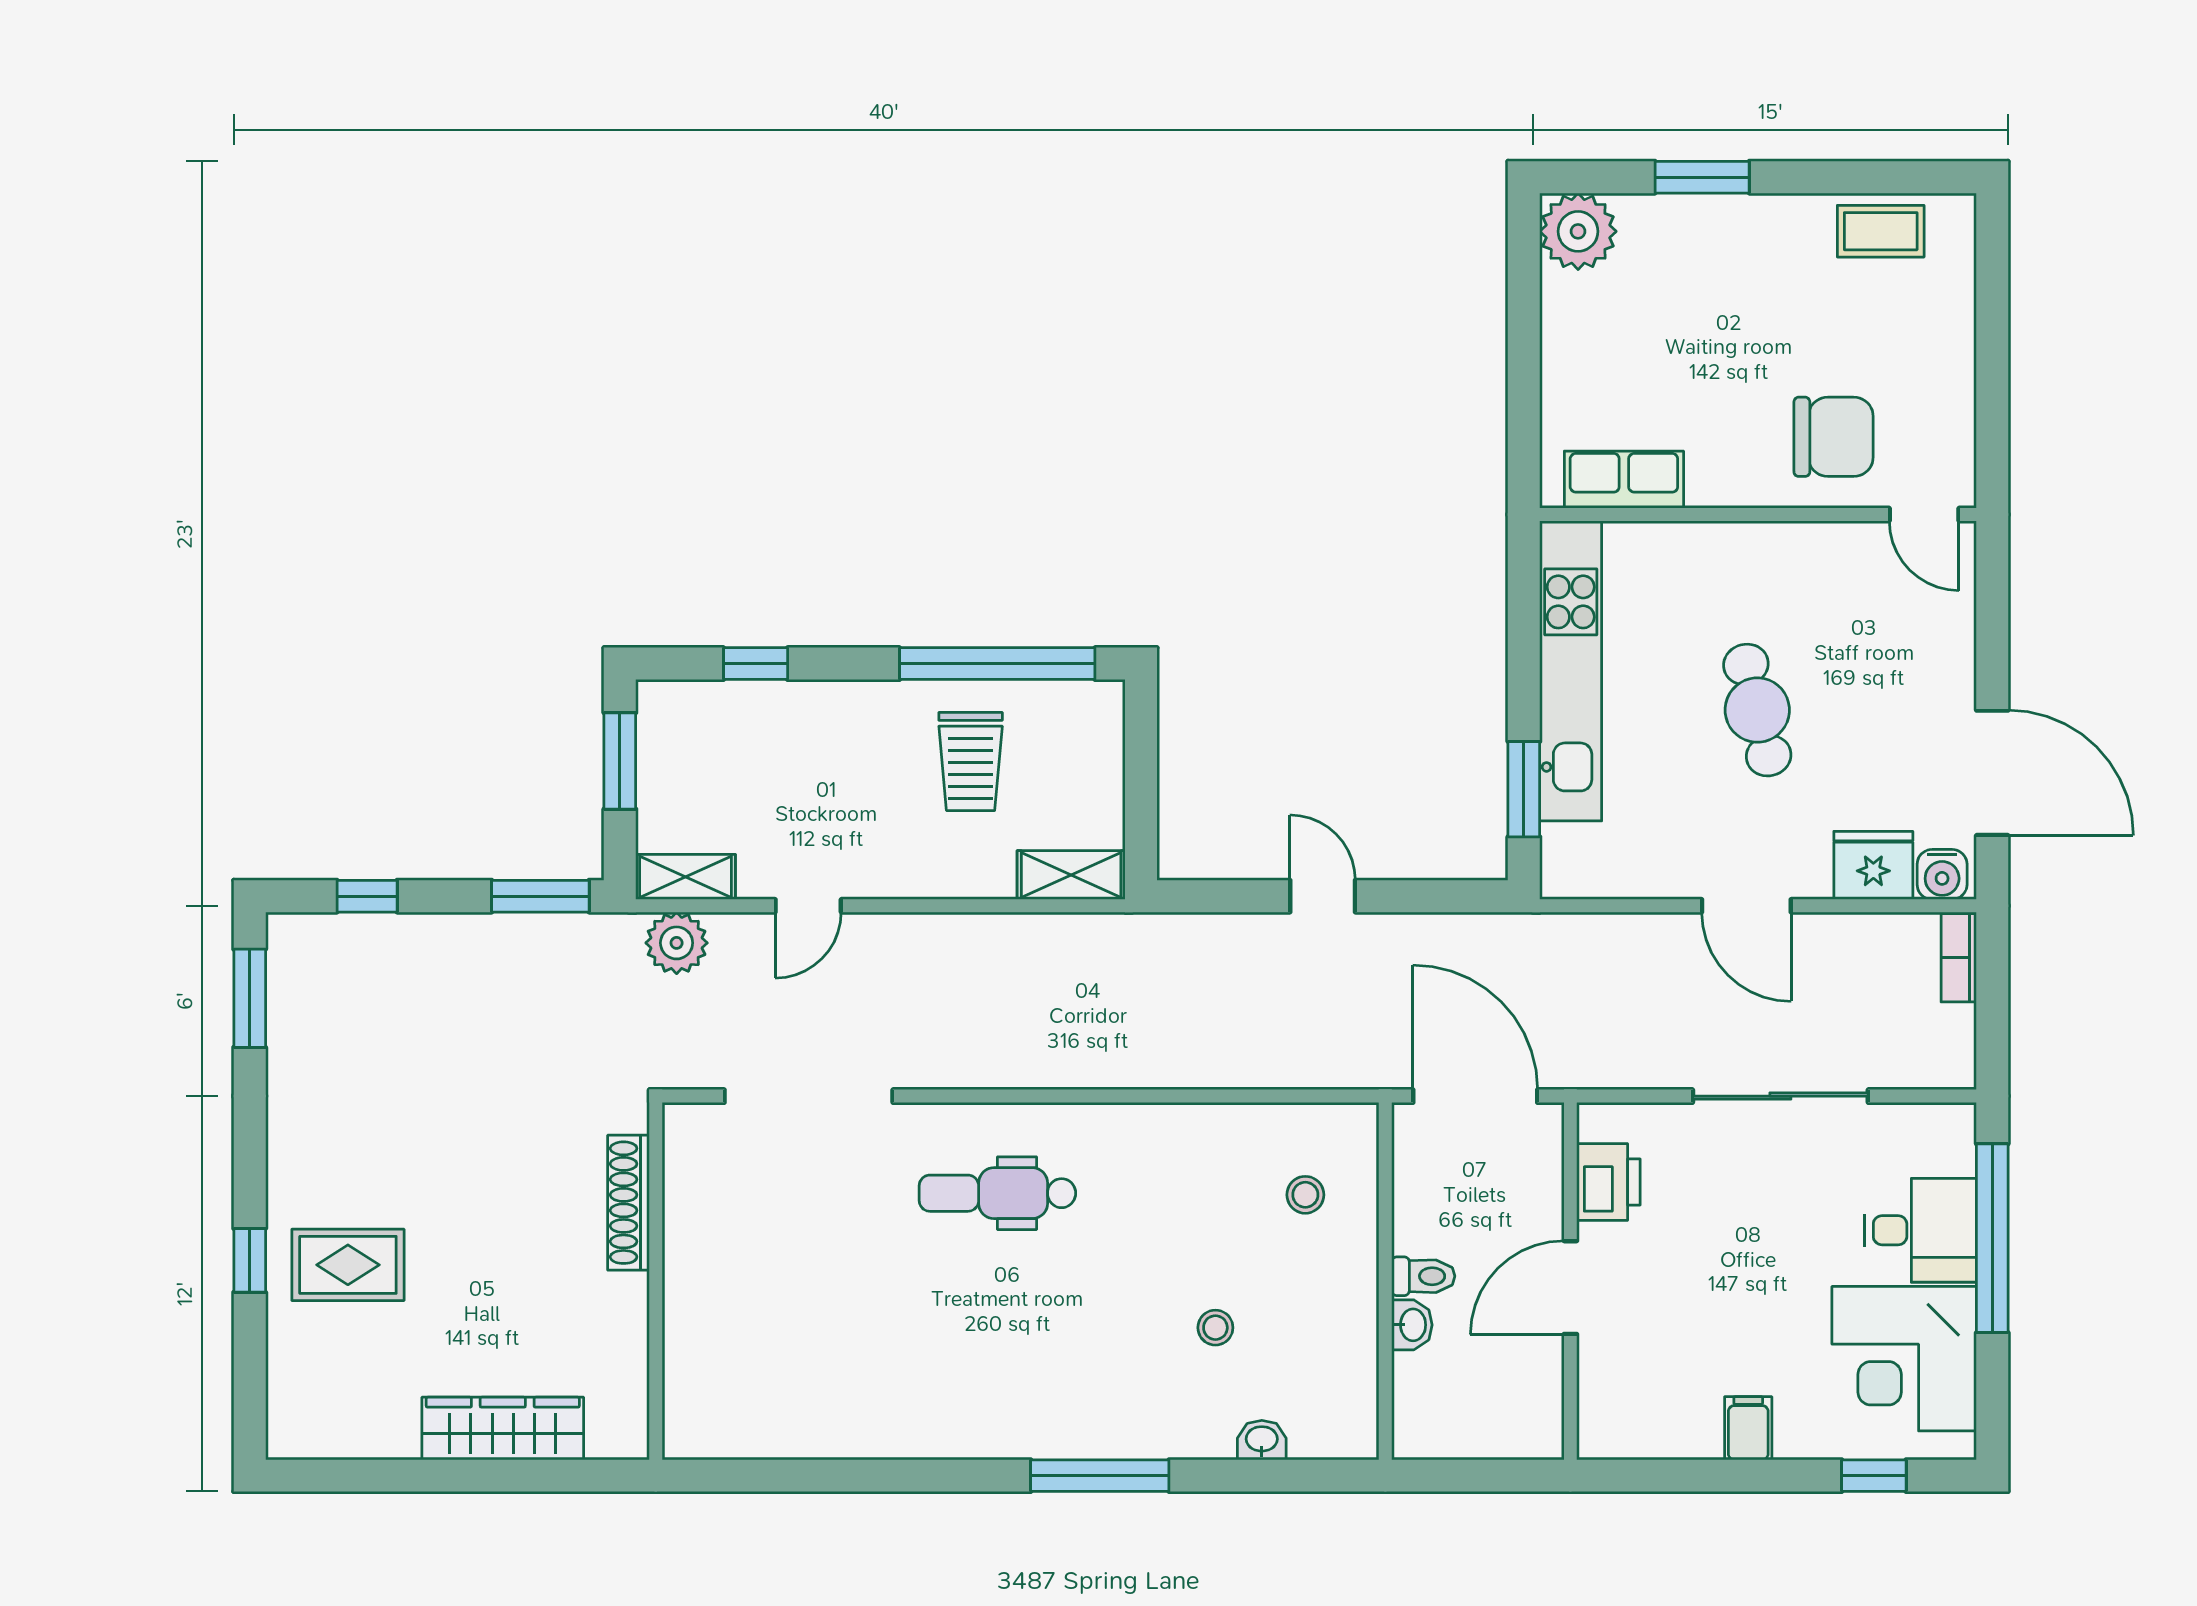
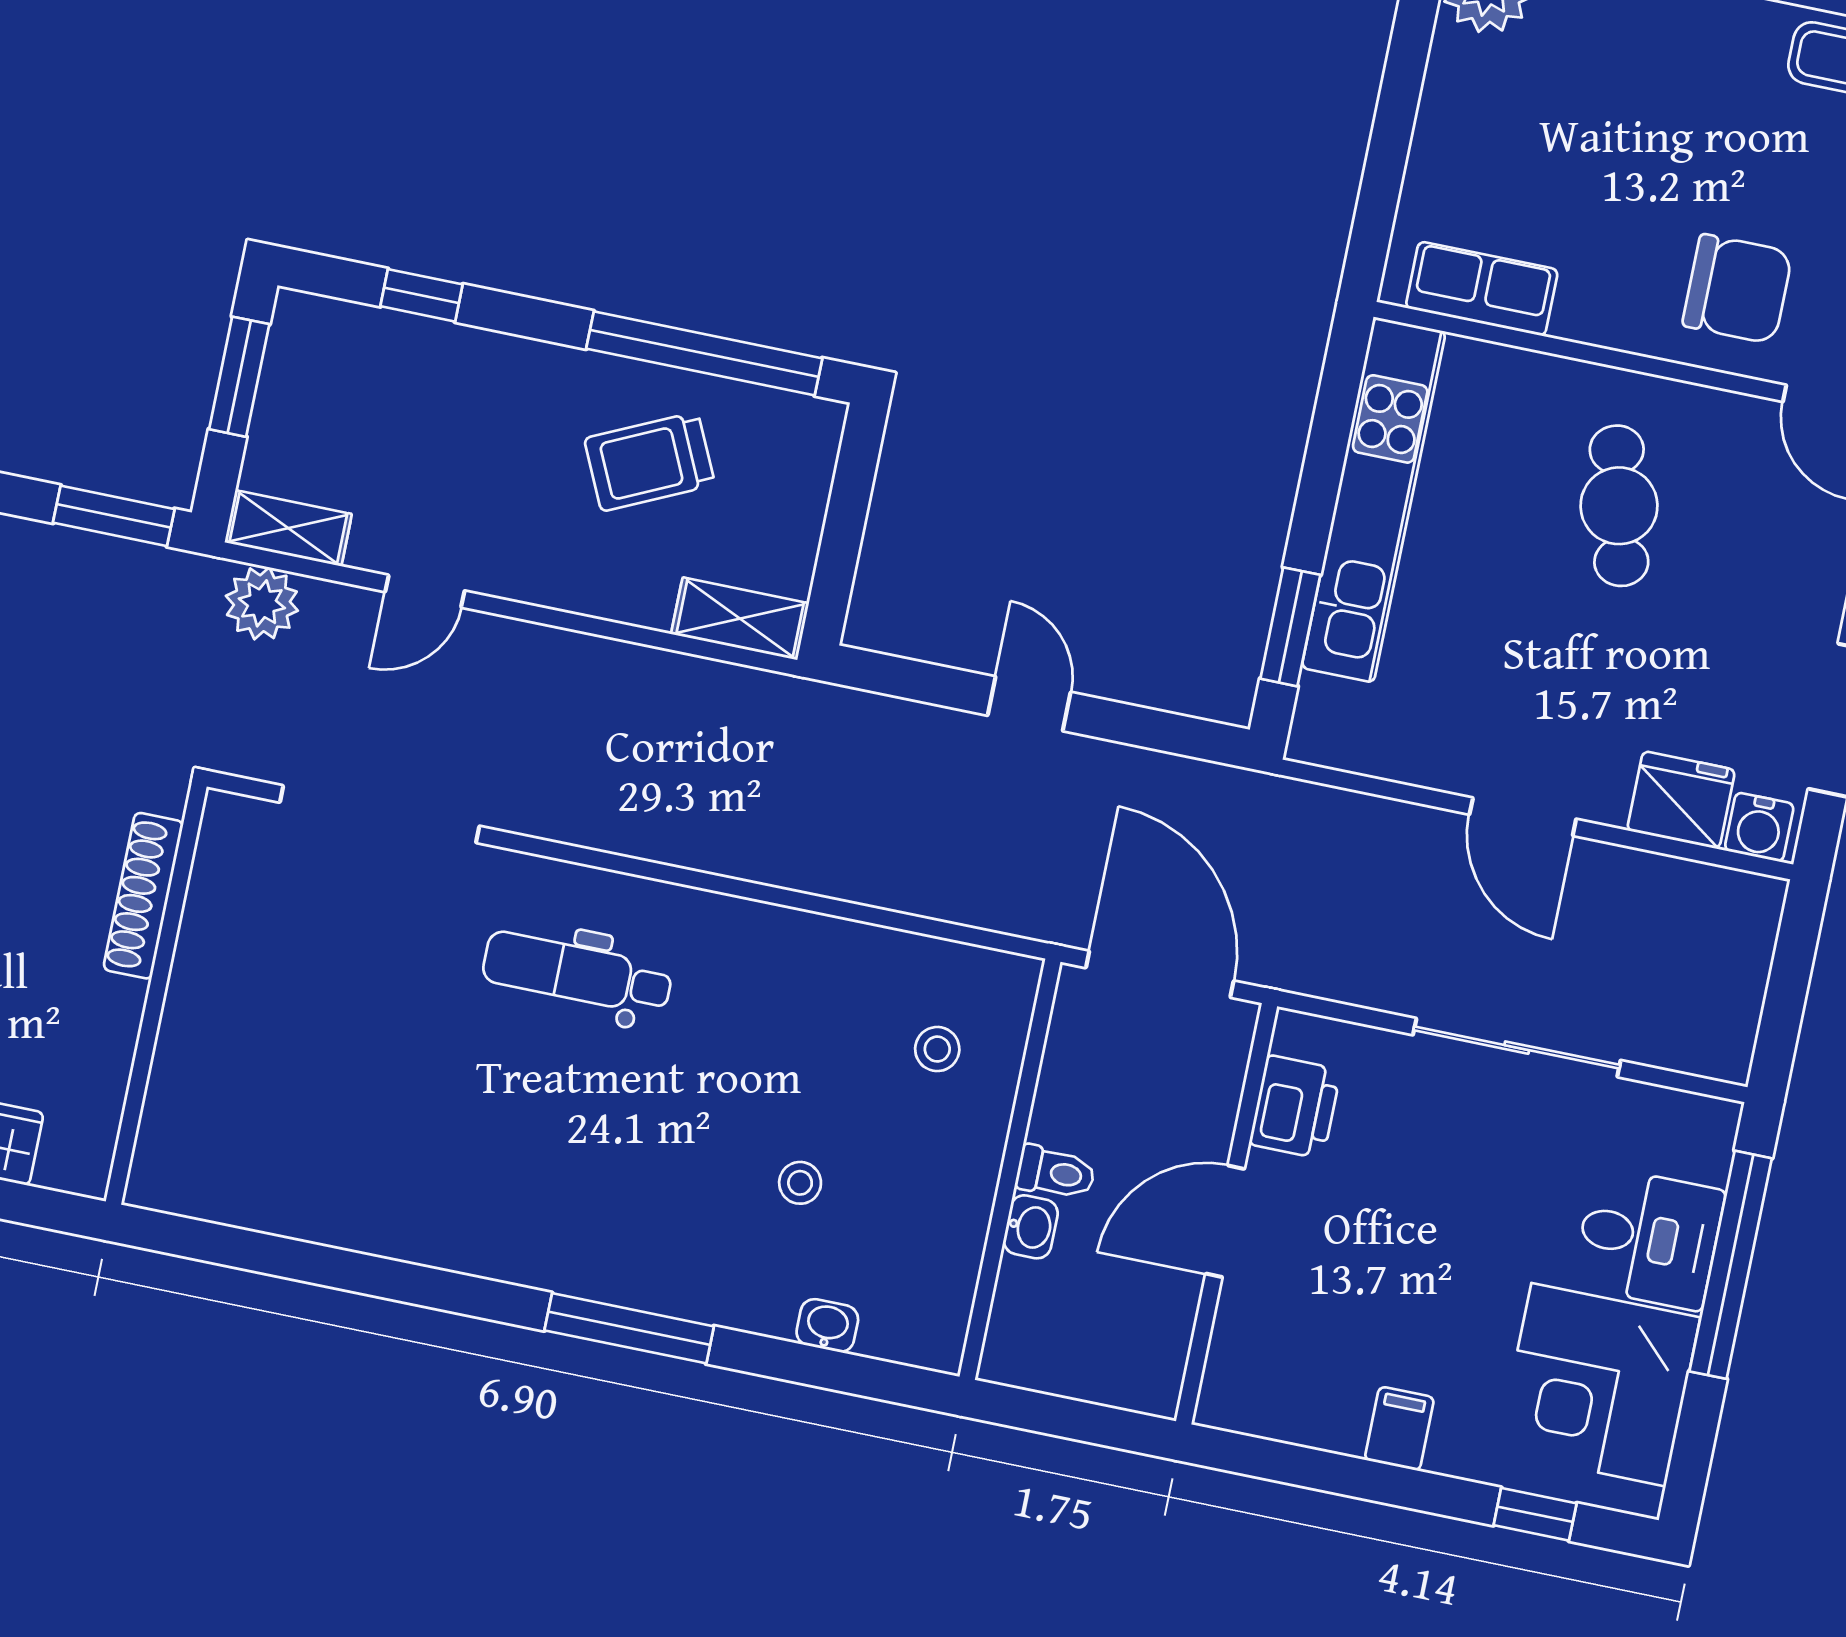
cafe table: (1757, 710) -> (1619, 506), moved
trolley: (971, 762) -> (650, 462), turned 65
bookcase: (1959, 958) -> (1759, 929), removed

